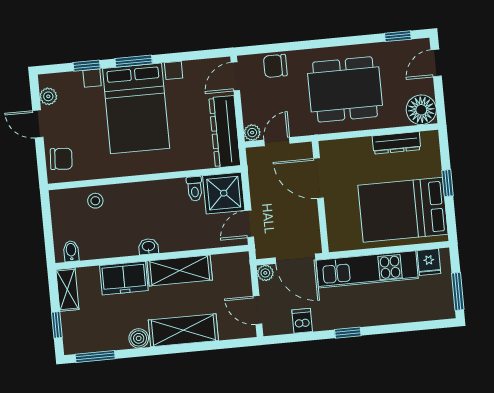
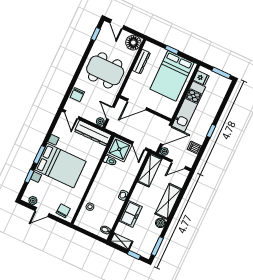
dining table: (345, 89) -> (105, 70), turned 90
shelving: (180, 270) -> (150, 170), moved

